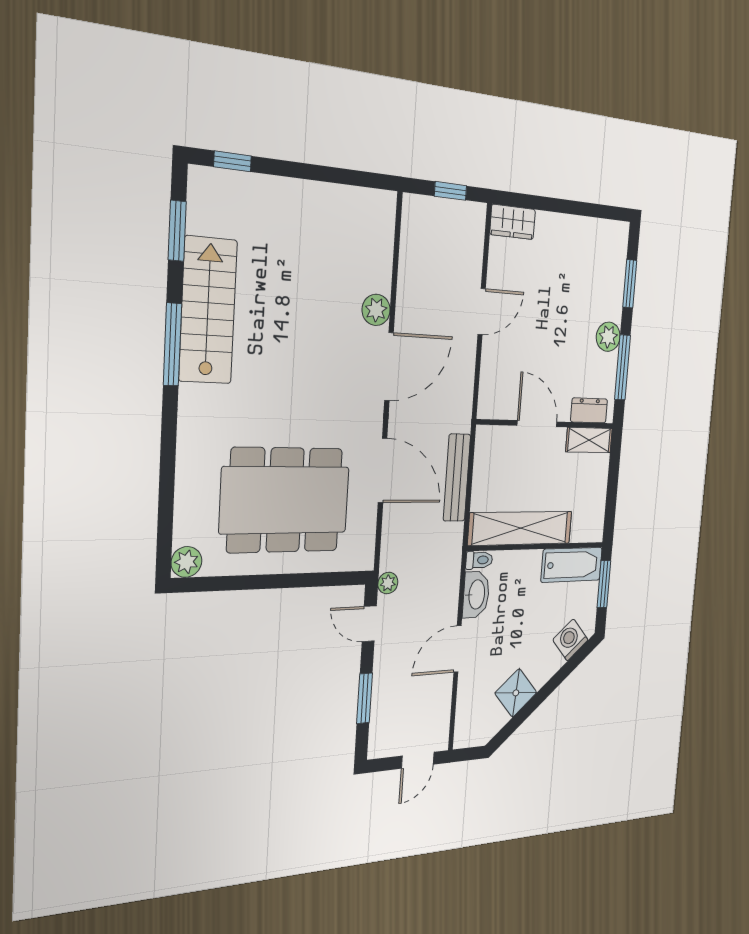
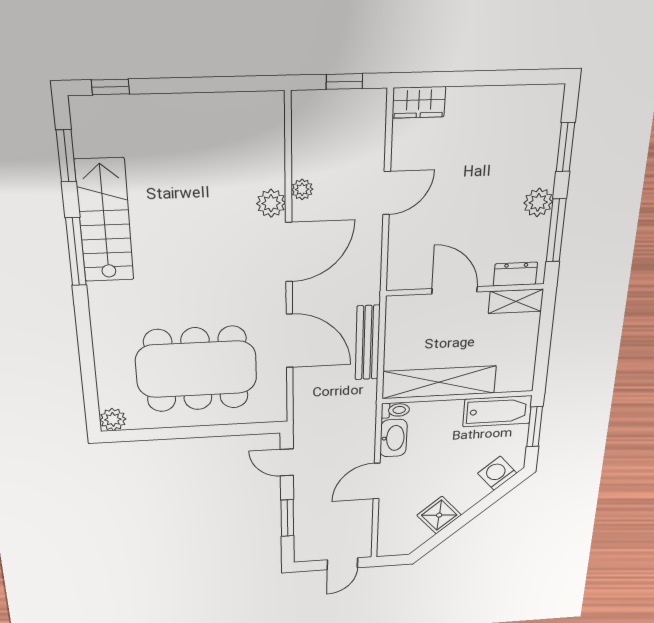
plant: (388, 583) -> (302, 189), moved

